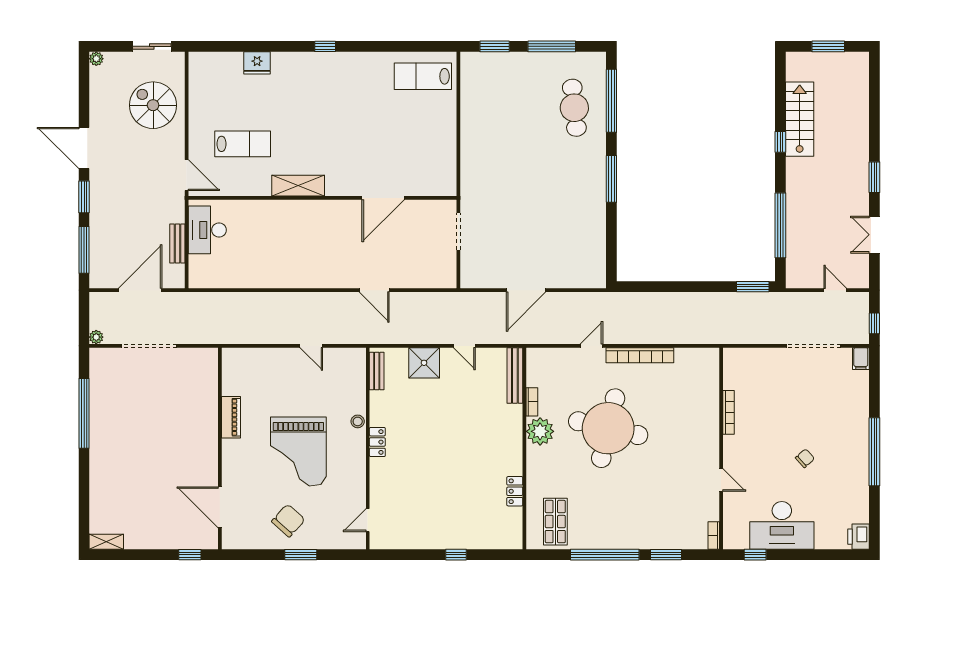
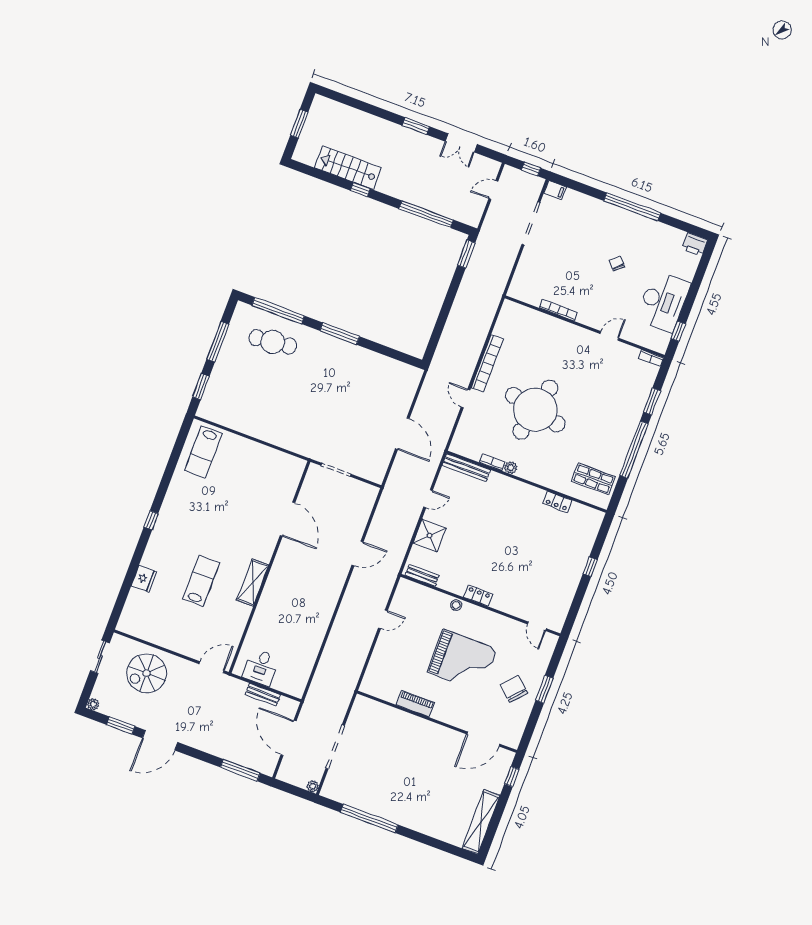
lab bench: (243, 144) -> (201, 581), moved
window: (84, 197) -> (121, 726), moved
desk: (207, 230) -> (261, 667), width x0.73
plant: (540, 431) -> (511, 467), width x0.53, depth x0.53
shelving: (106, 542) -> (481, 822), width x2.20, depth x1.33

